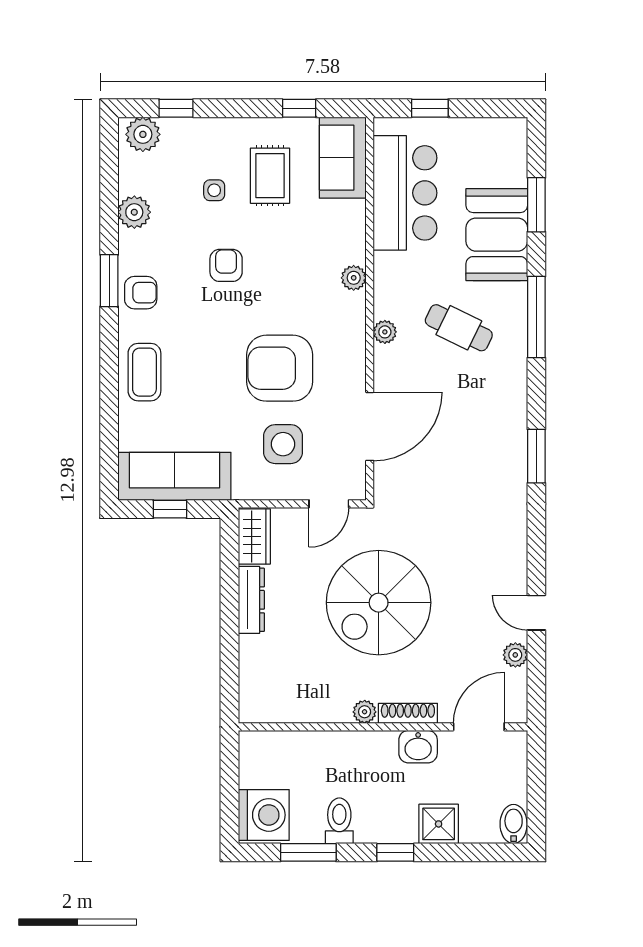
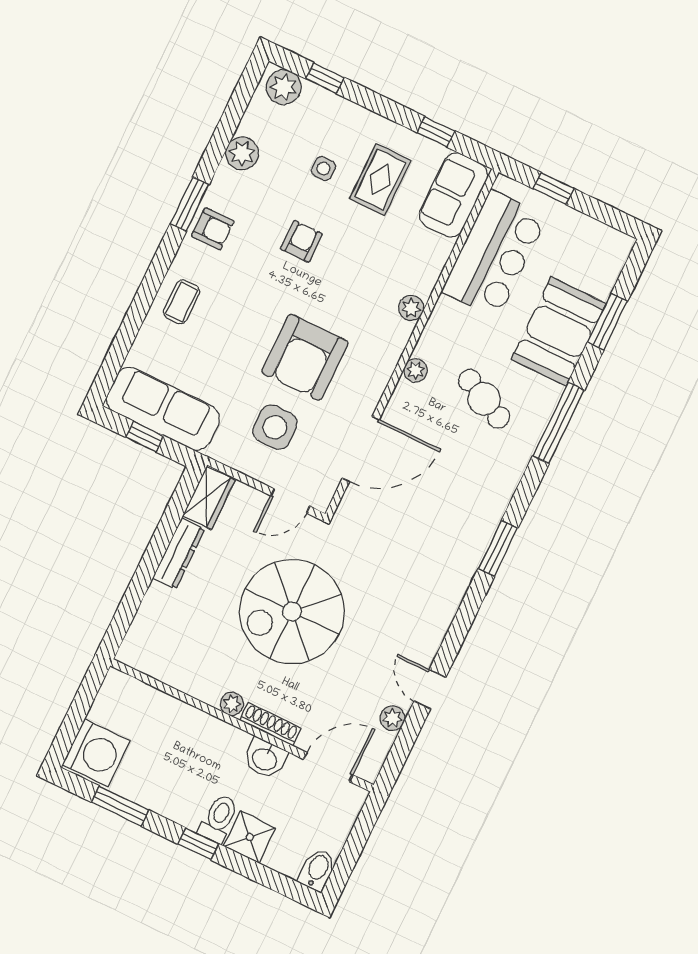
armchair: (280, 368) -> (305, 357), turned -90
coffee table: (144, 372) -> (182, 302), width x0.73, depth x0.77
toilet: (339, 821) -> (219, 819), moved

